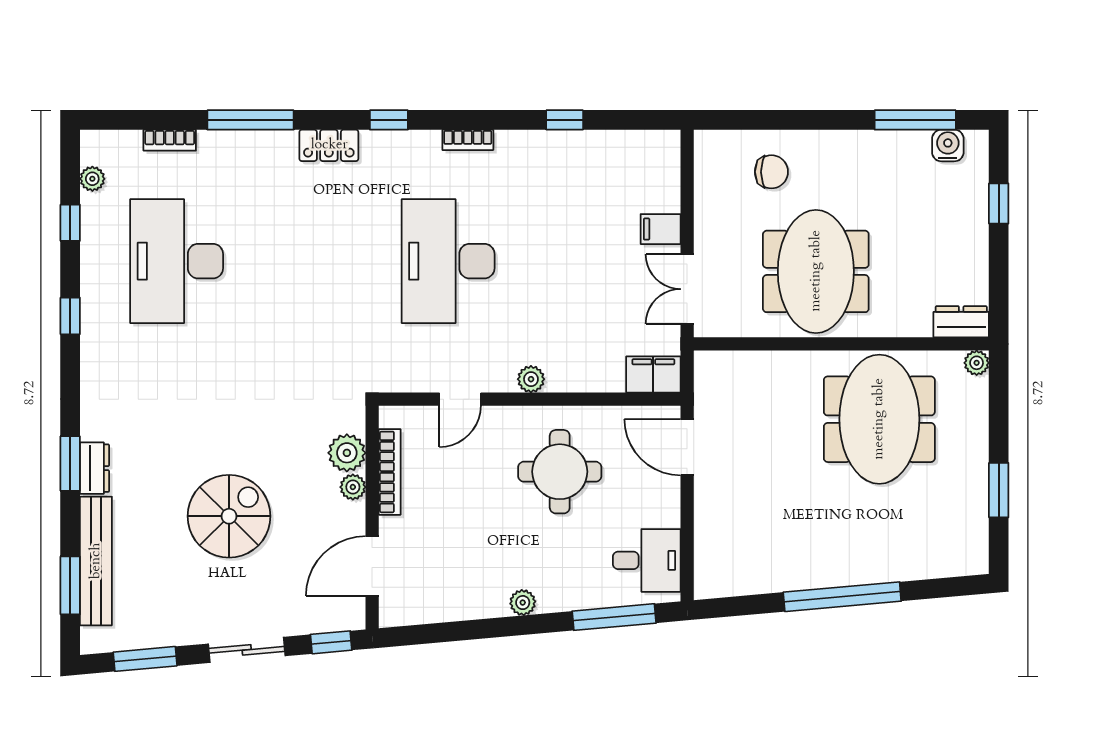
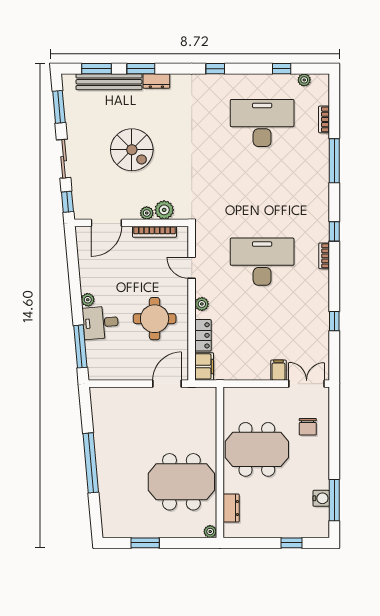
bookcase: (468, 140) -> (324, 256), moved
locker: (329, 145) -> (203, 335), moved, turned 180
water cooler: (948, 145) -> (321, 498), moved
double door: (687, 289) -> (307, 384), moved
window: (70, 316) -> (215, 69), moved
dresser: (961, 322) -> (231, 508), moved
window: (70, 464) -> (141, 69), moved
desk: (647, 560) -> (101, 323), moved, turned 85
door: (372, 566) -> (106, 223), swing flipped

